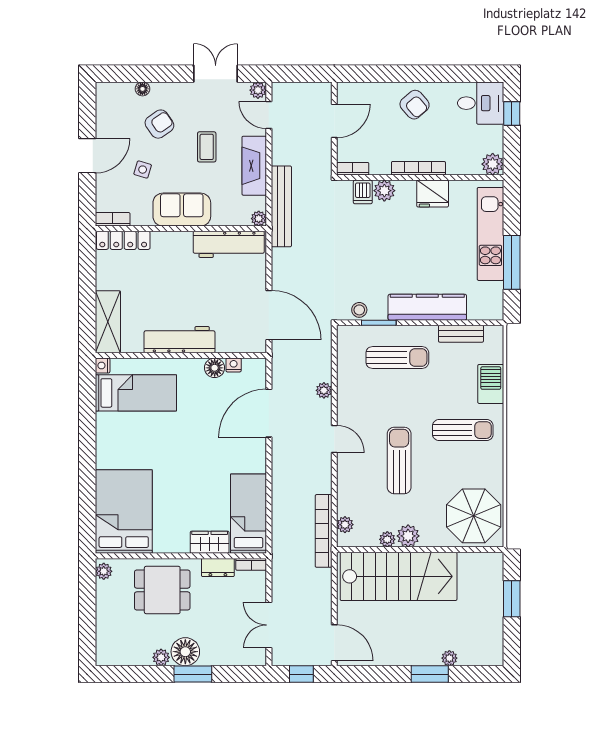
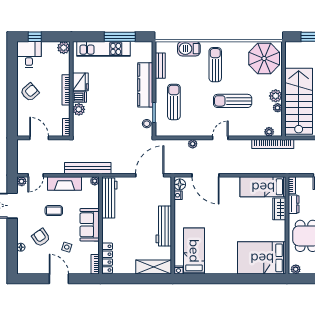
dishwasher: (363, 192) -> (80, 97), moved
floor lamp: (215, 368) -> (180, 184), moved

